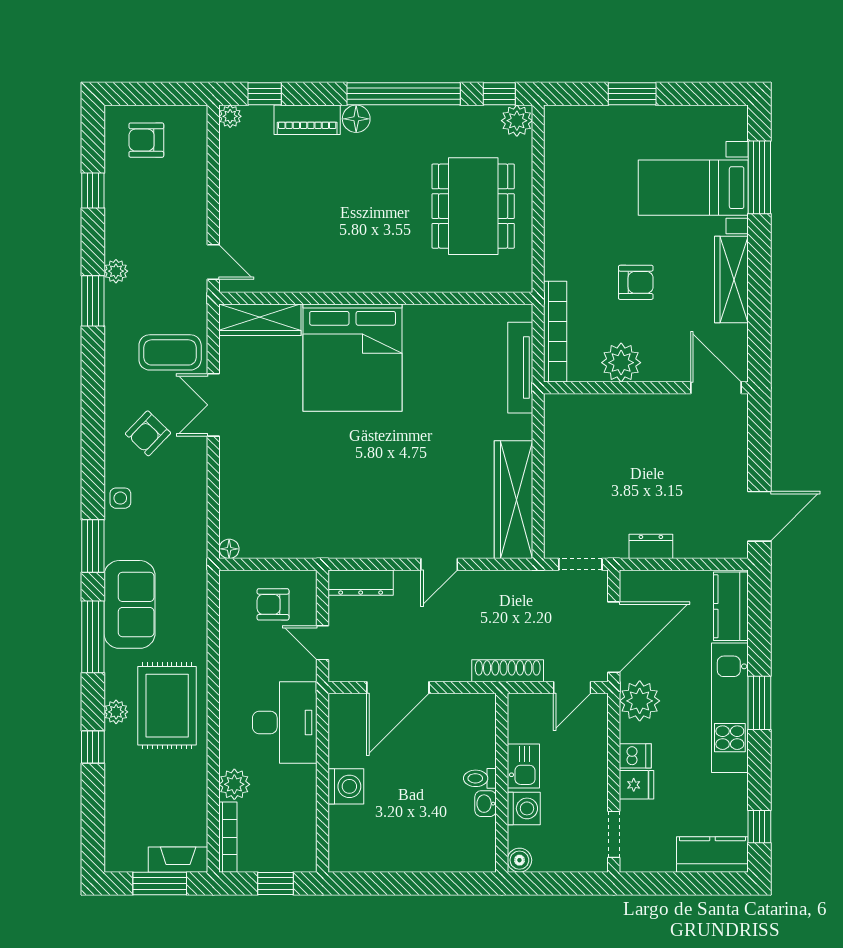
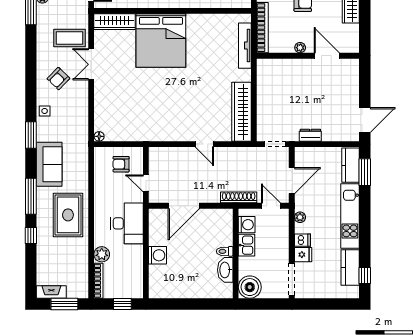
plant: (621, 363) -> (300, 48), width x0.53, depth x0.53
door: (716, 388) -> (327, 56), moved
door: (439, 564) -> (204, 144), hinge flipped
dresser: (361, 583) -> (165, 153), removed
window: (93, 637) -> (31, 196), moved
door: (614, 637) -> (292, 181), width x0.73
door: (572, 687) -> (271, 206), swing flipped
plant: (640, 701) -> (300, 217), width x0.53, depth x0.53
window: (759, 703) -> (365, 172), moved
plant: (116, 712) -> (42, 218), removed
washbasin: (486, 804) -> (225, 270), width x1.91, depth x1.45
washing machine: (524, 808) -> (247, 225), moved
doorway: (614, 834) -> (292, 279), width x1.38
kitchen counter: (712, 854) -> (350, 267), moved, turned -90
fireplace: (178, 860) -> (51, 292), moved
boiler: (519, 860) -> (250, 287), width x1.86, depth x1.86

